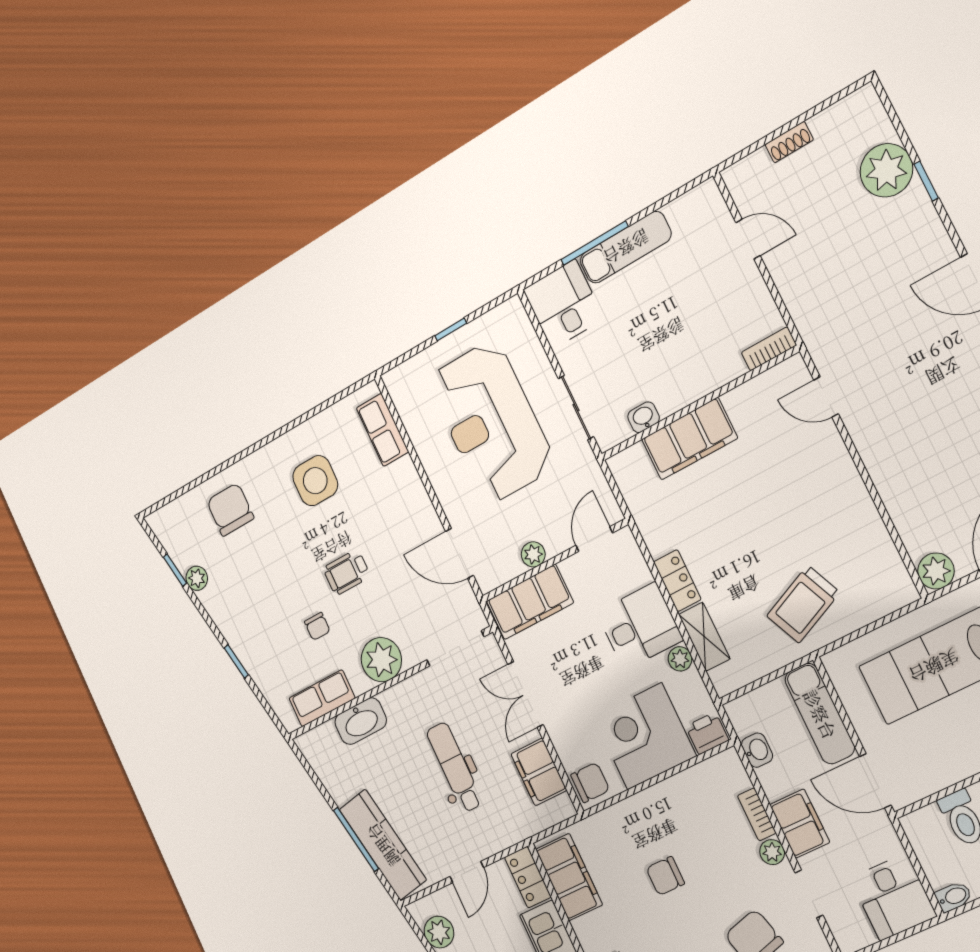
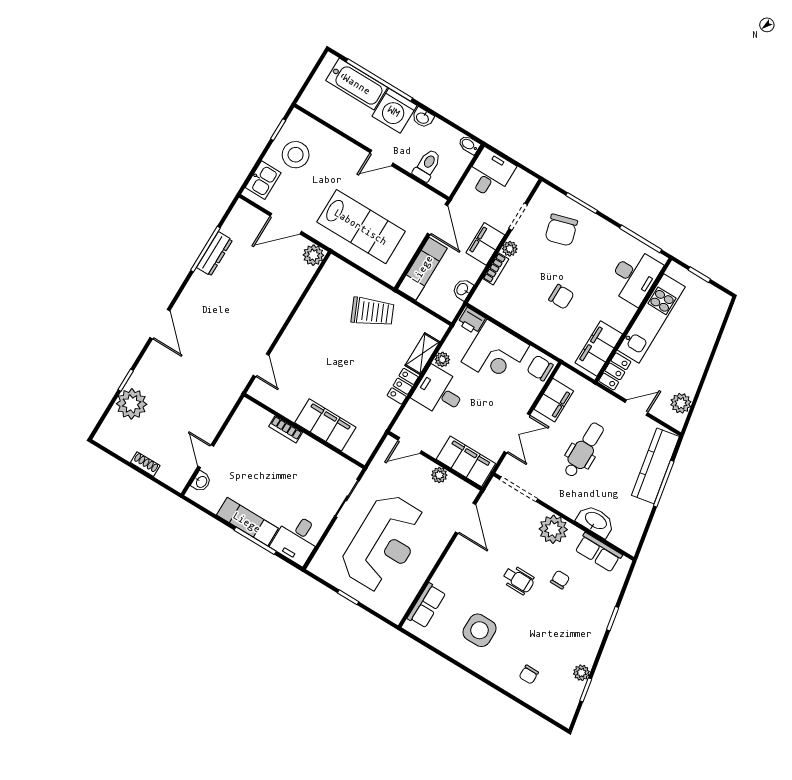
bookcase: (769, 349) -> (286, 429), moved
washbasin: (643, 417) -> (201, 482), moved, turned -90
chair: (230, 509) -> (529, 675), width x0.54, depth x0.54
dental chair: (454, 767) -> (584, 450), turned 180

